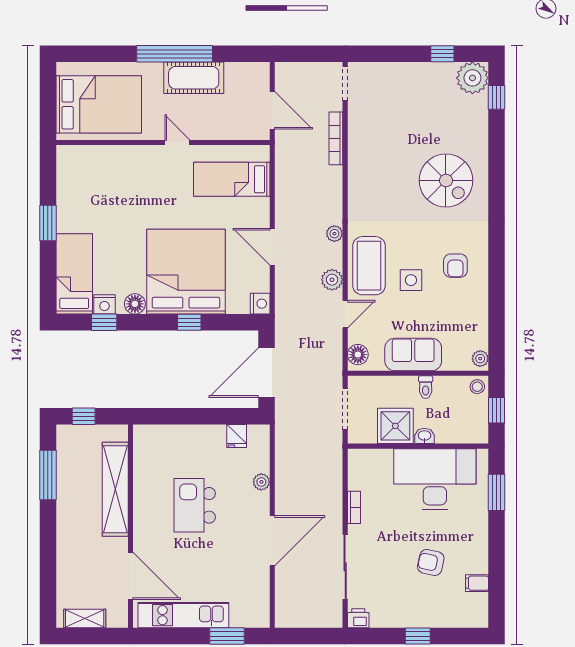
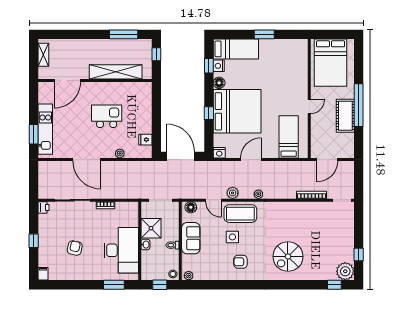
filing cabinet: (477, 583) -> (43, 274), moved
kitchen unit: (183, 615) -> (45, 129), moved

